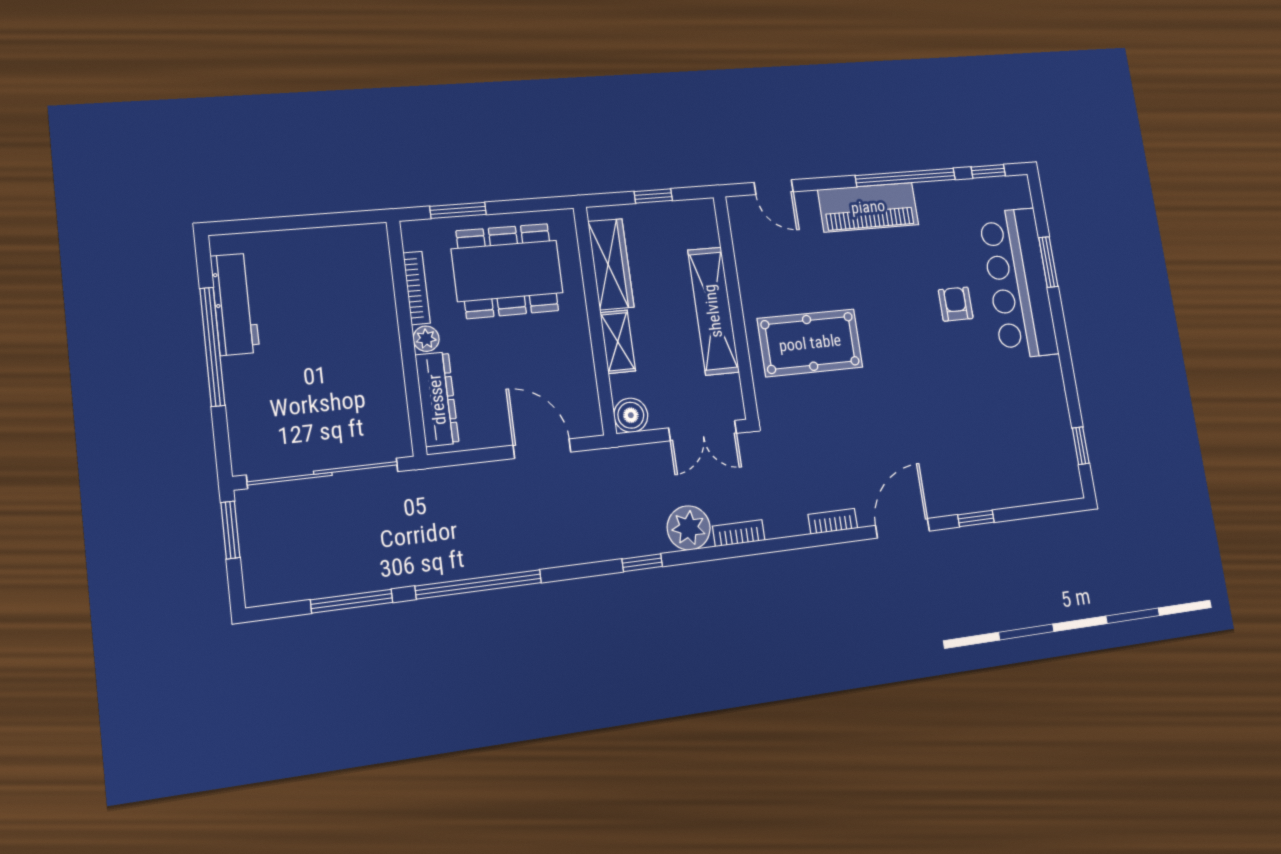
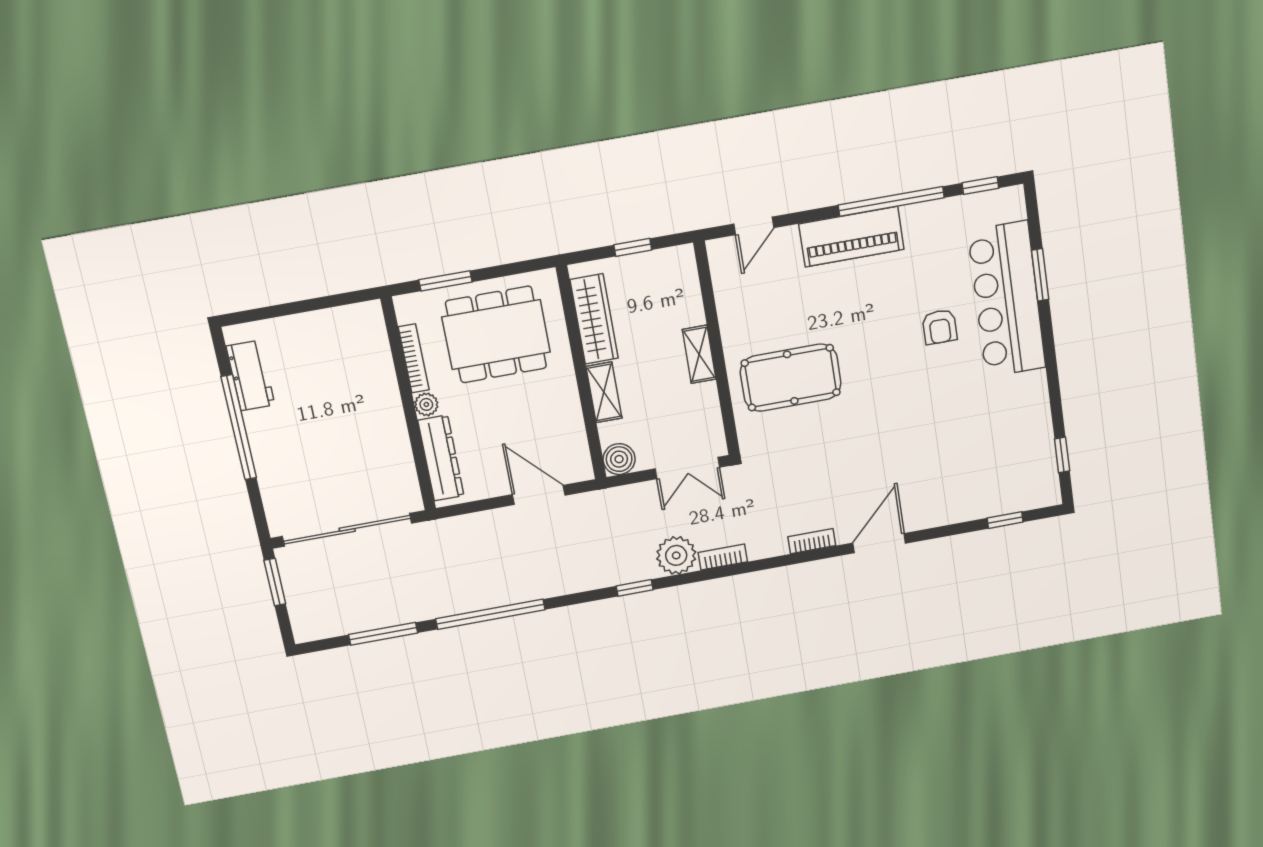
door: (774, 187) -> (754, 226), hinge flipped
workbench: (235, 304) -> (250, 376), width x0.73
armchair: (956, 304) -> (940, 327), turned 180
shelving: (713, 311) -> (699, 354), width x0.45, depth x0.75
window: (976, 519) -> (1005, 520), moved

